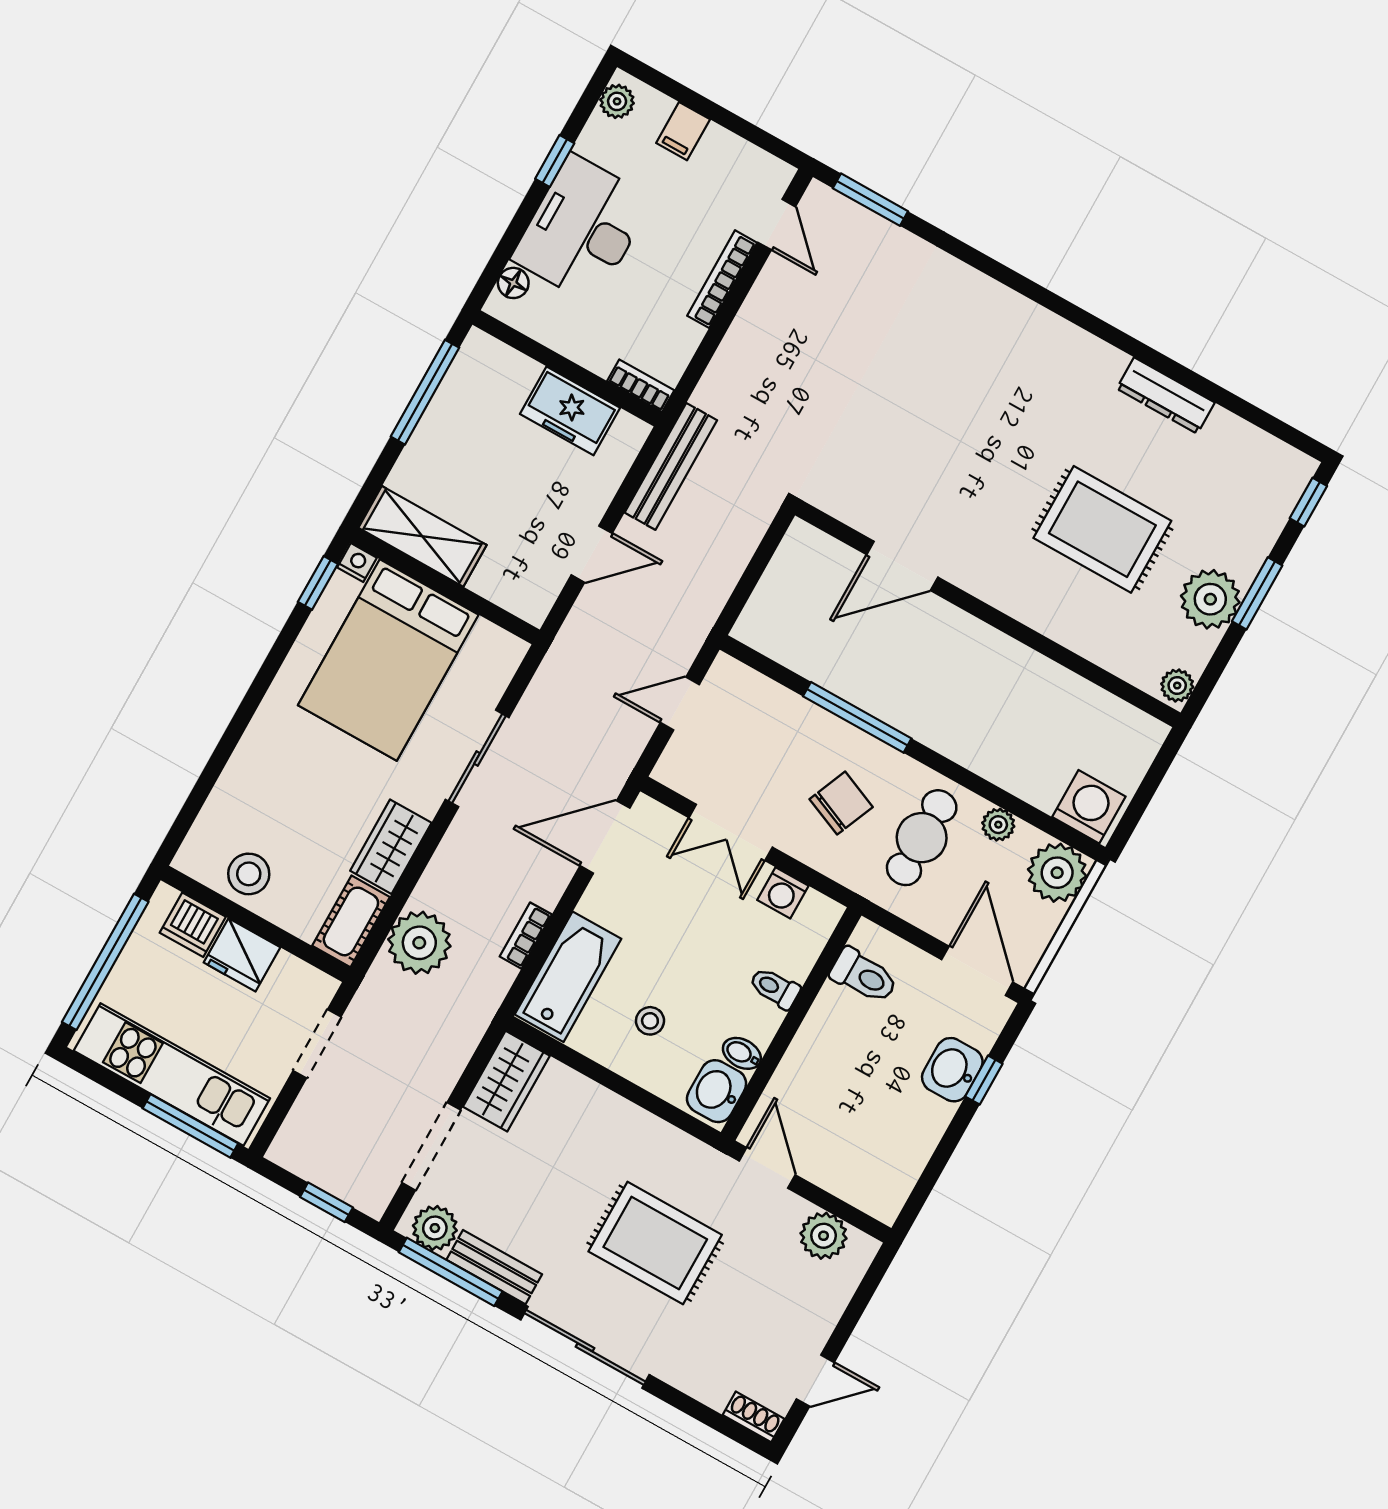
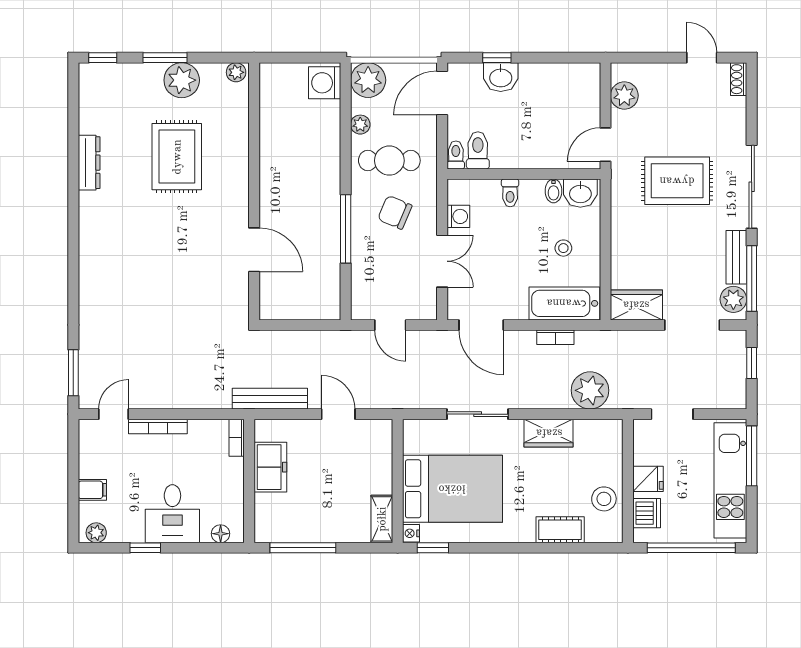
desk: (582, 229) -> (172, 514), width x0.73
shelving: (422, 536) -> (382, 519), width x0.67, depth x0.75
cot: (351, 921) -> (560, 530), moved
toilet: (875, 940) -> (456, 155), added
fridge: (242, 955) -> (648, 479), width x0.72
rug: (655, 1243) -> (677, 181), turned 90

